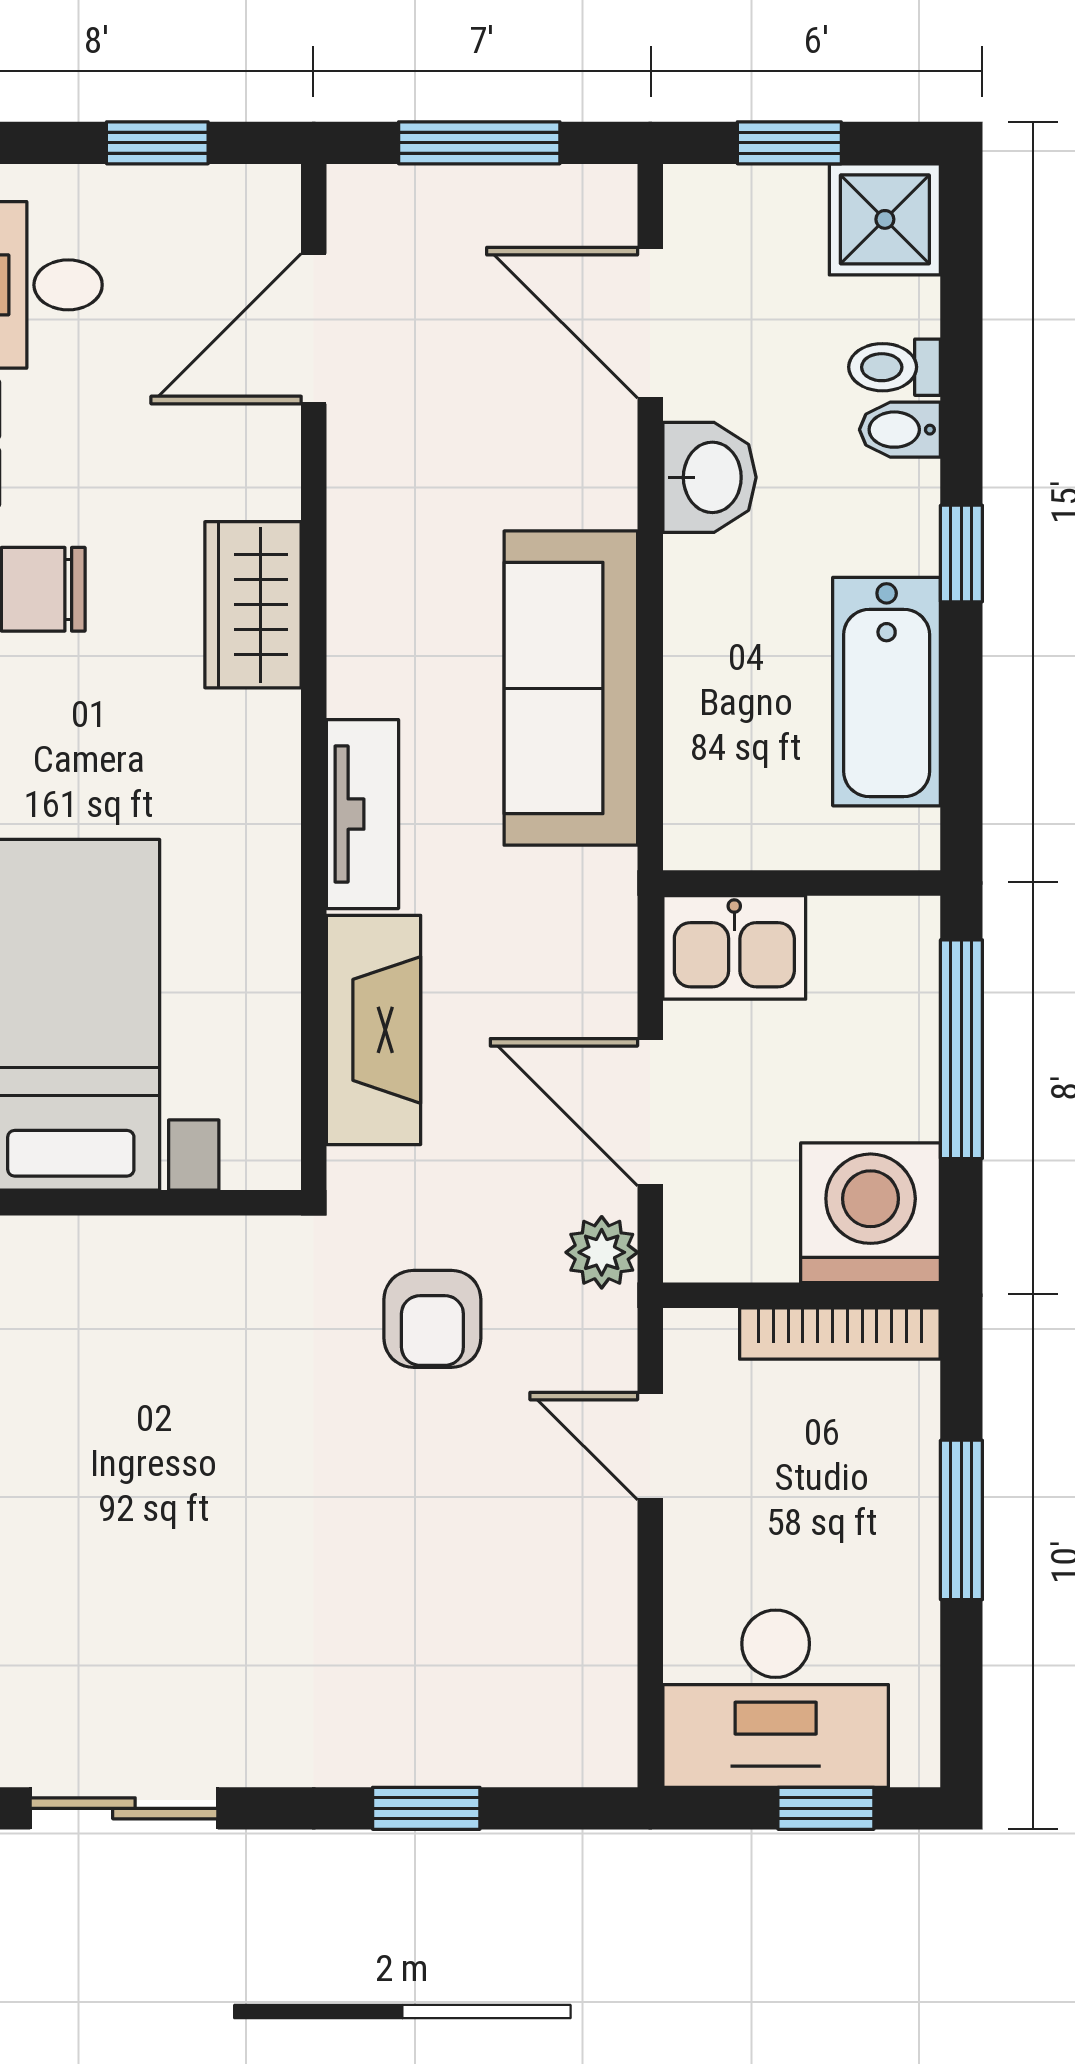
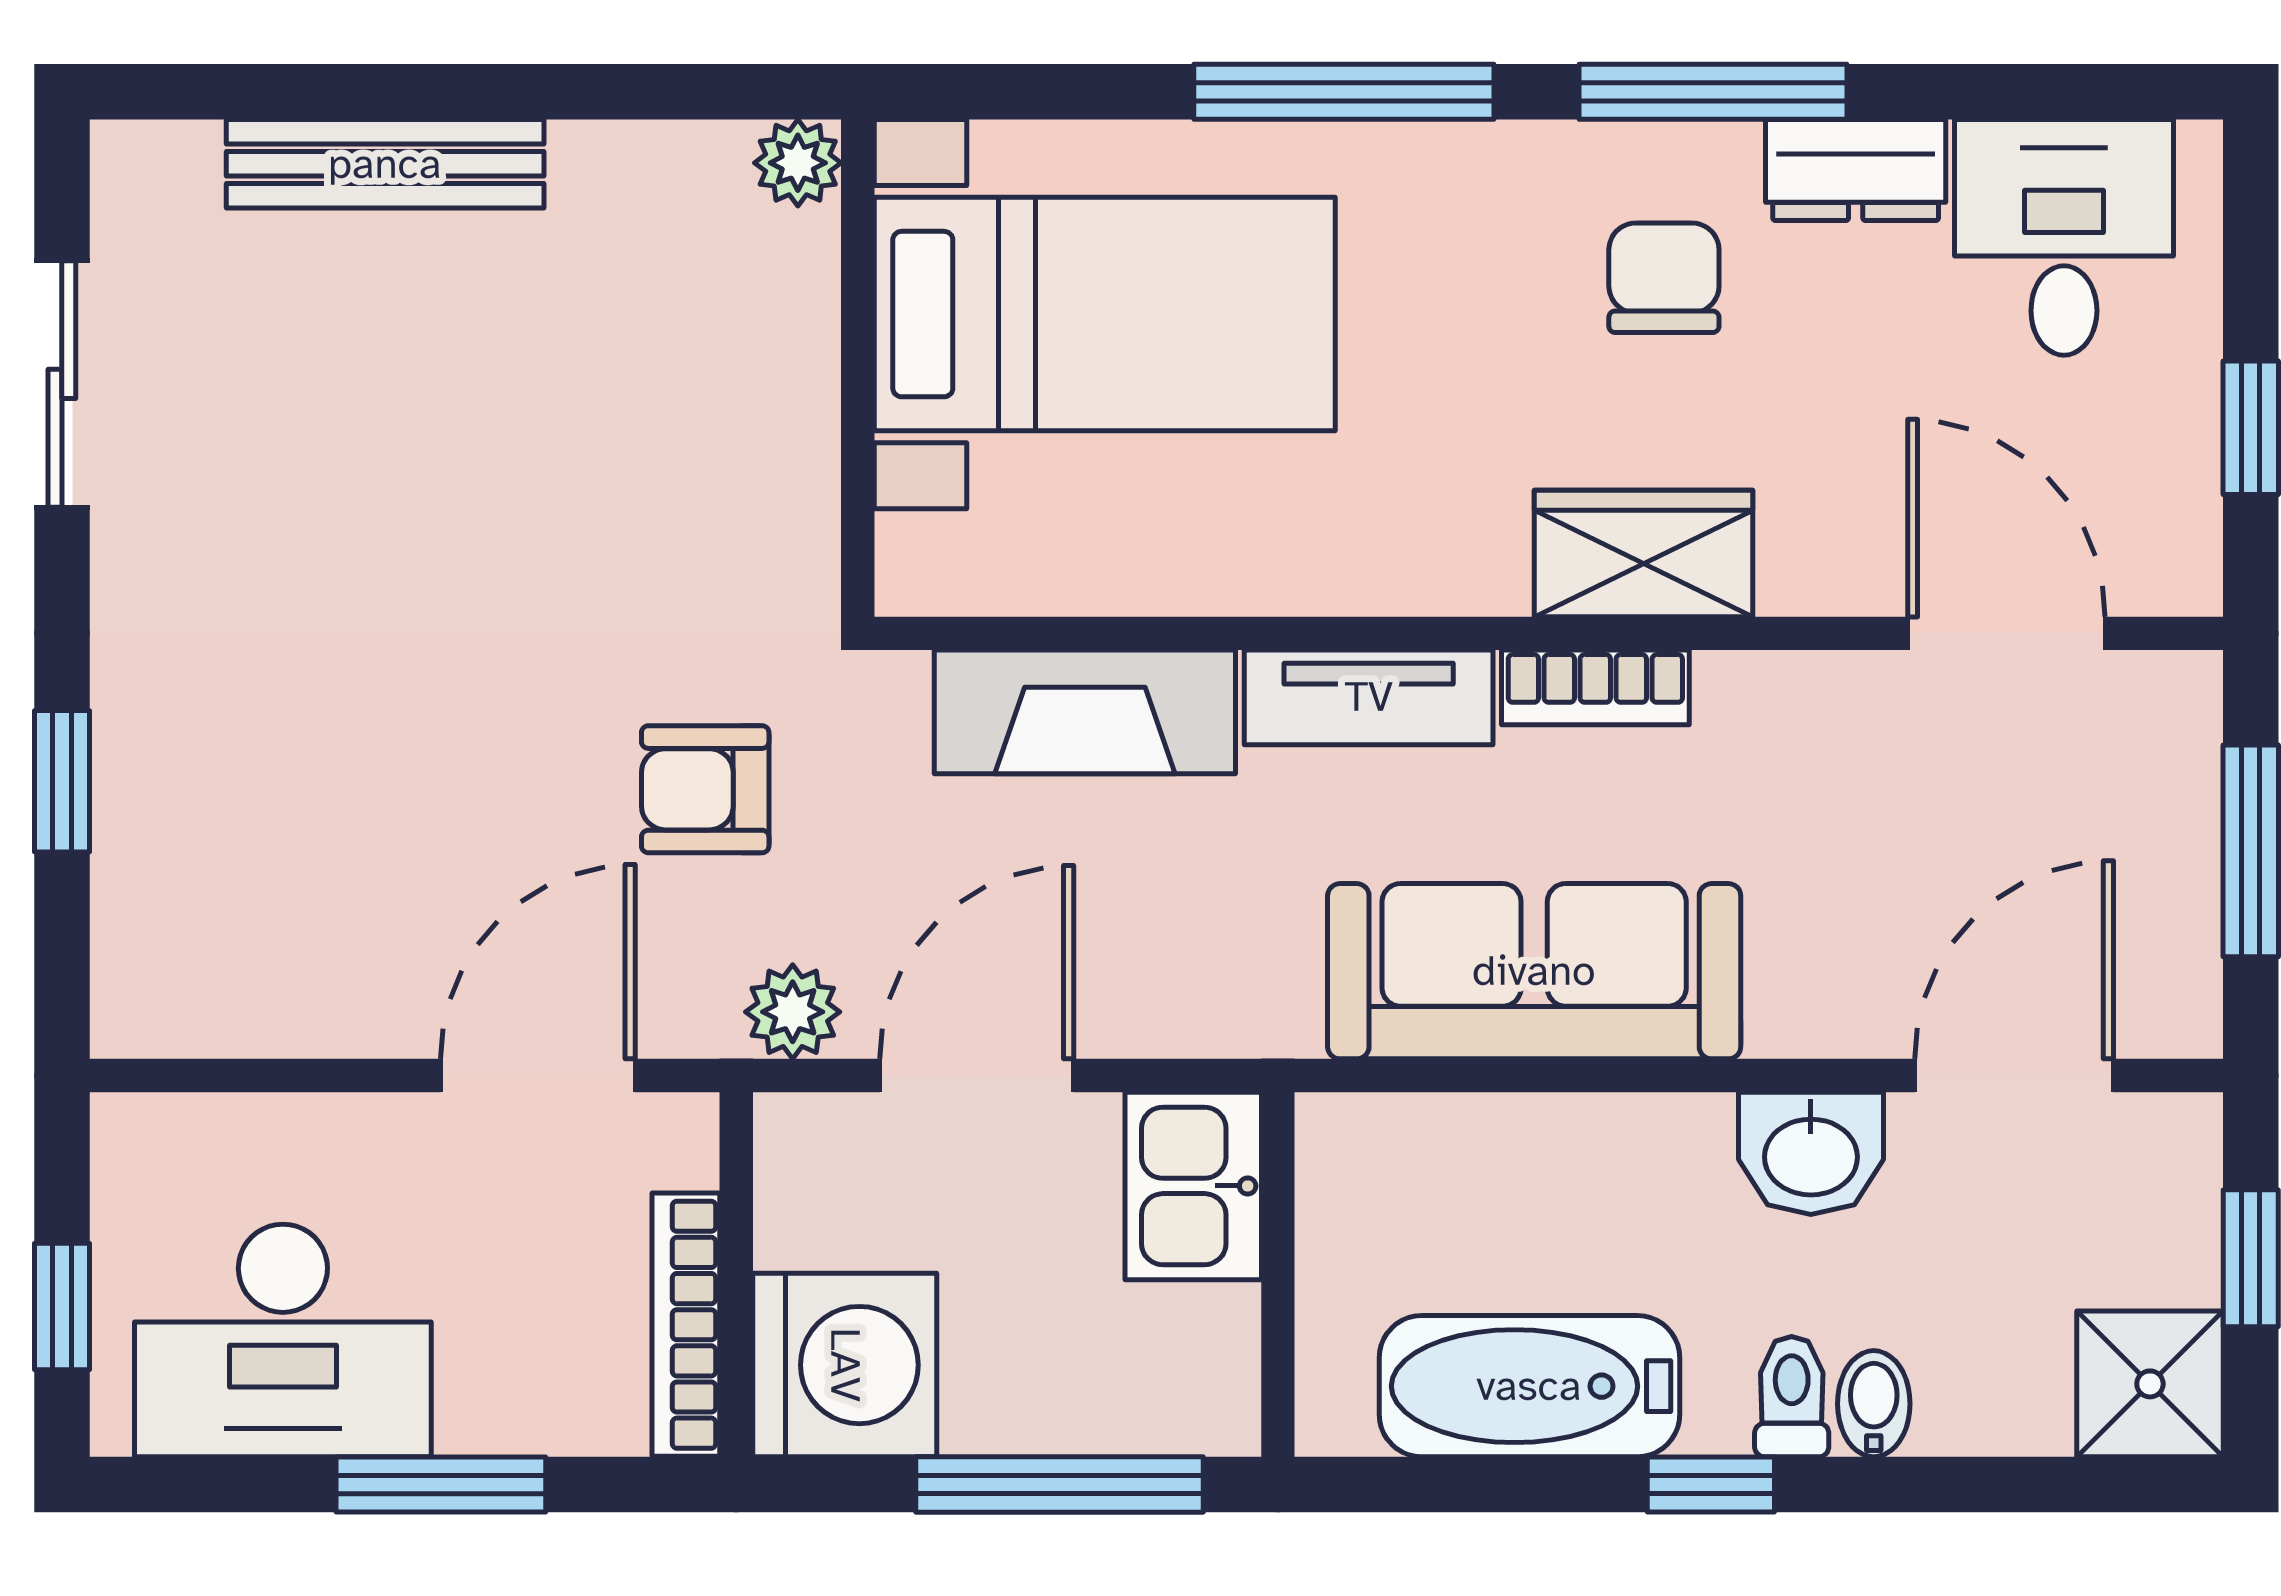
toilet: (895, 367) -> (1792, 1397), moved
bookcase: (355, 641) -> (1595, 687), added
door: (650, 1446) -> (538, 1076), width x1.38
desk: (776, 1699) -> (283, 1340), moved, turned -90

